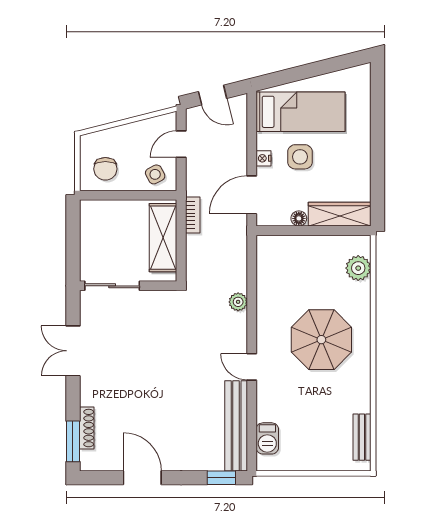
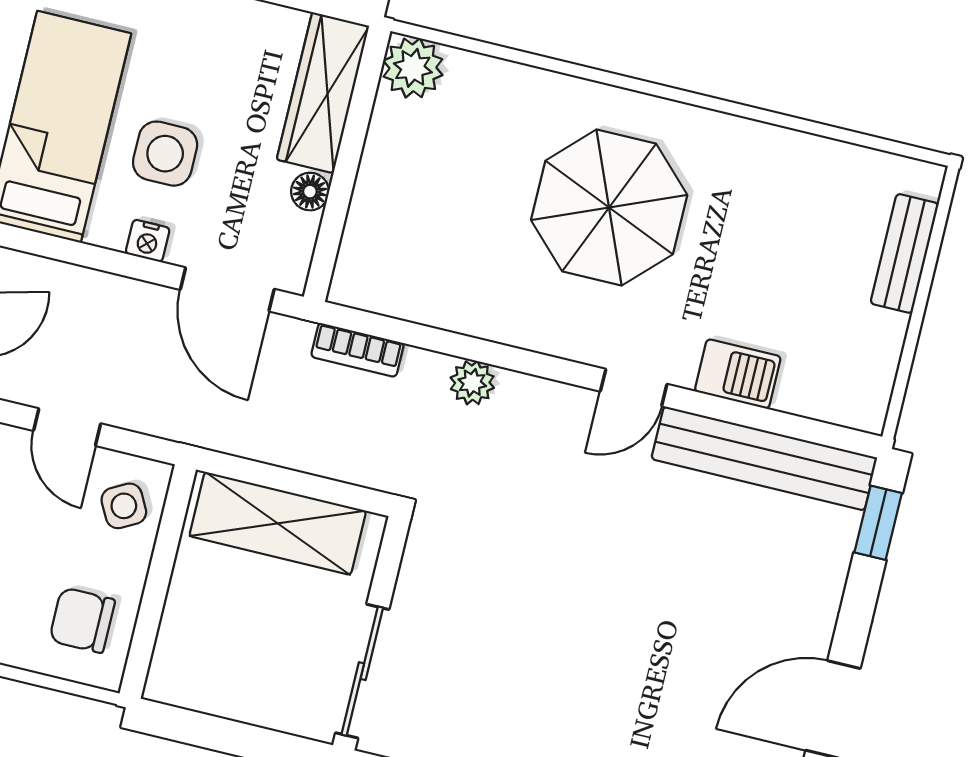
chair: (105, 169) -> (82, 620), turned 180
bookcase: (193, 215) -> (357, 350), moved, turned 180
plant: (358, 268) -> (413, 68), moved
bench: (362, 437) -> (904, 253), moved, turned 90
barbecue: (267, 438) -> (738, 374), moved

